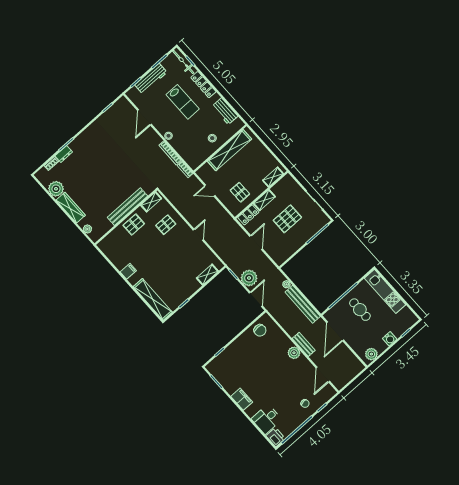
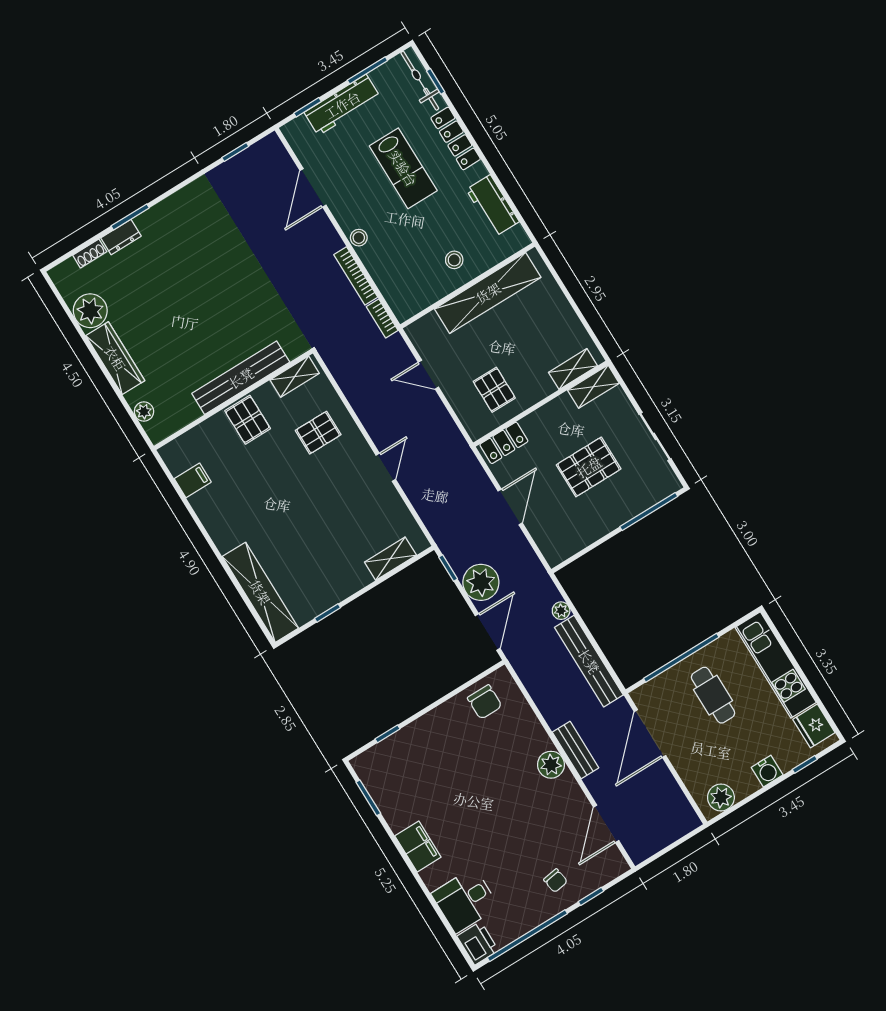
shelving: (264, 200) -> (593, 387), moved
pallet: (134, 225) -> (248, 420), turned 90
filing cabinet: (128, 271) -> (193, 480), moved
fridge: (407, 315) -> (814, 726), added

